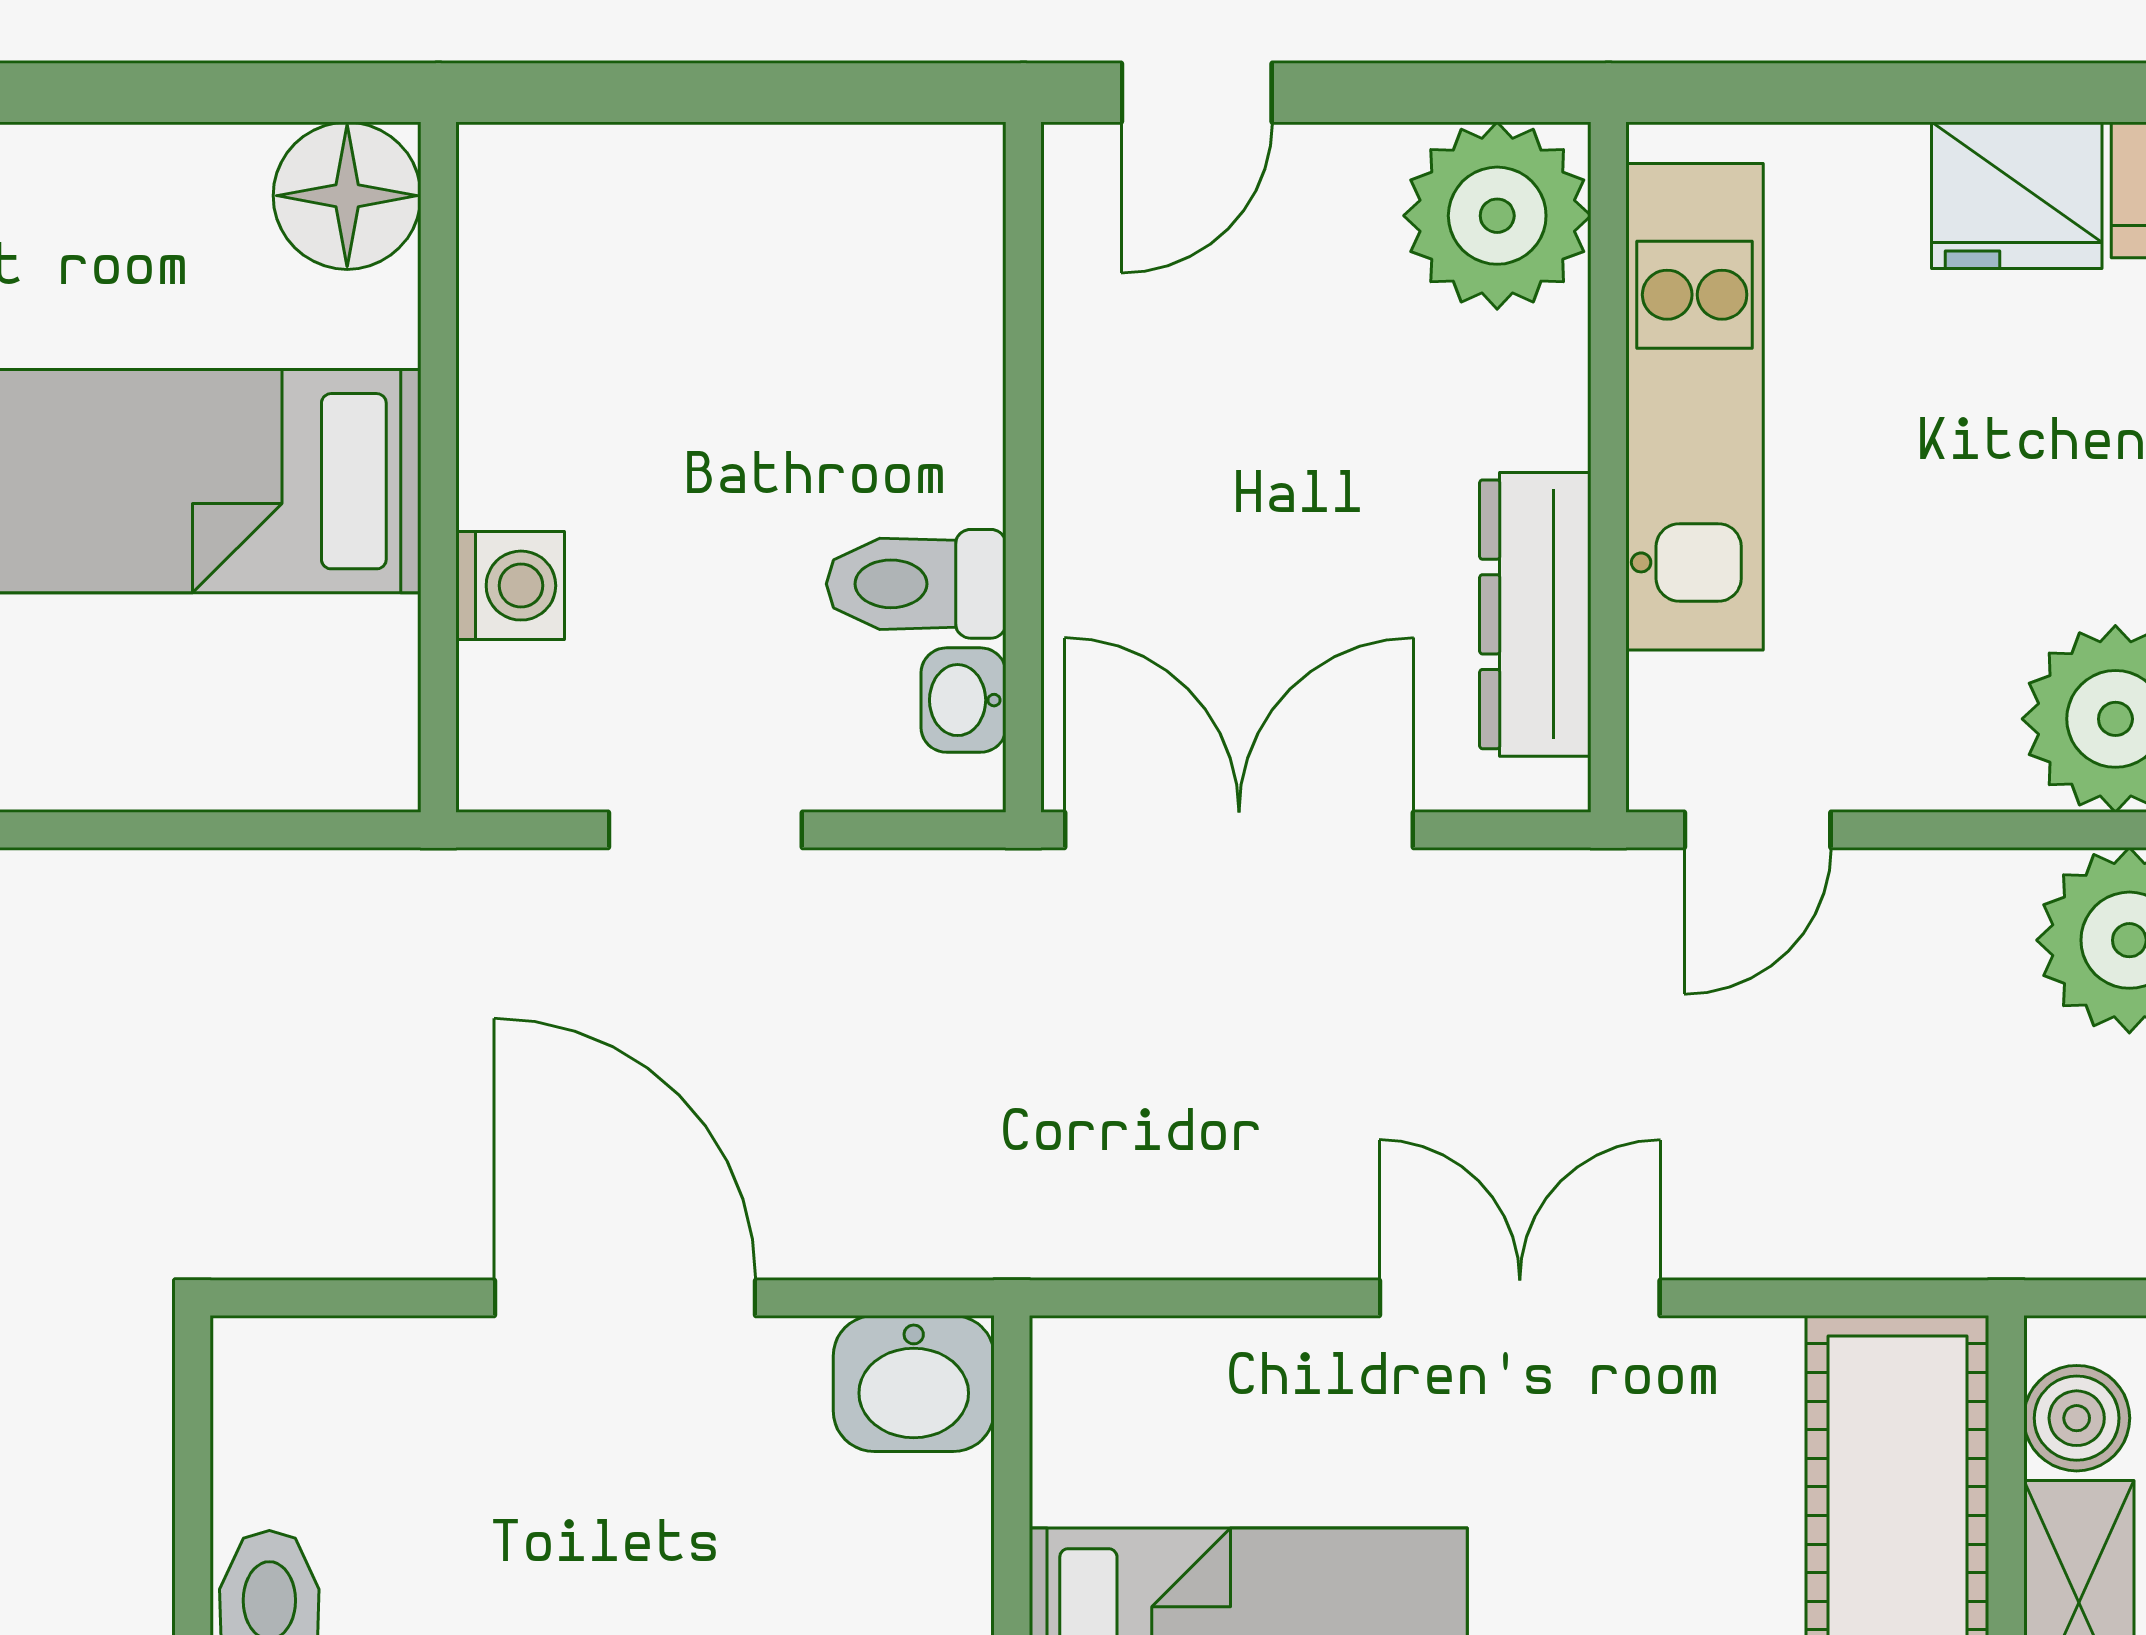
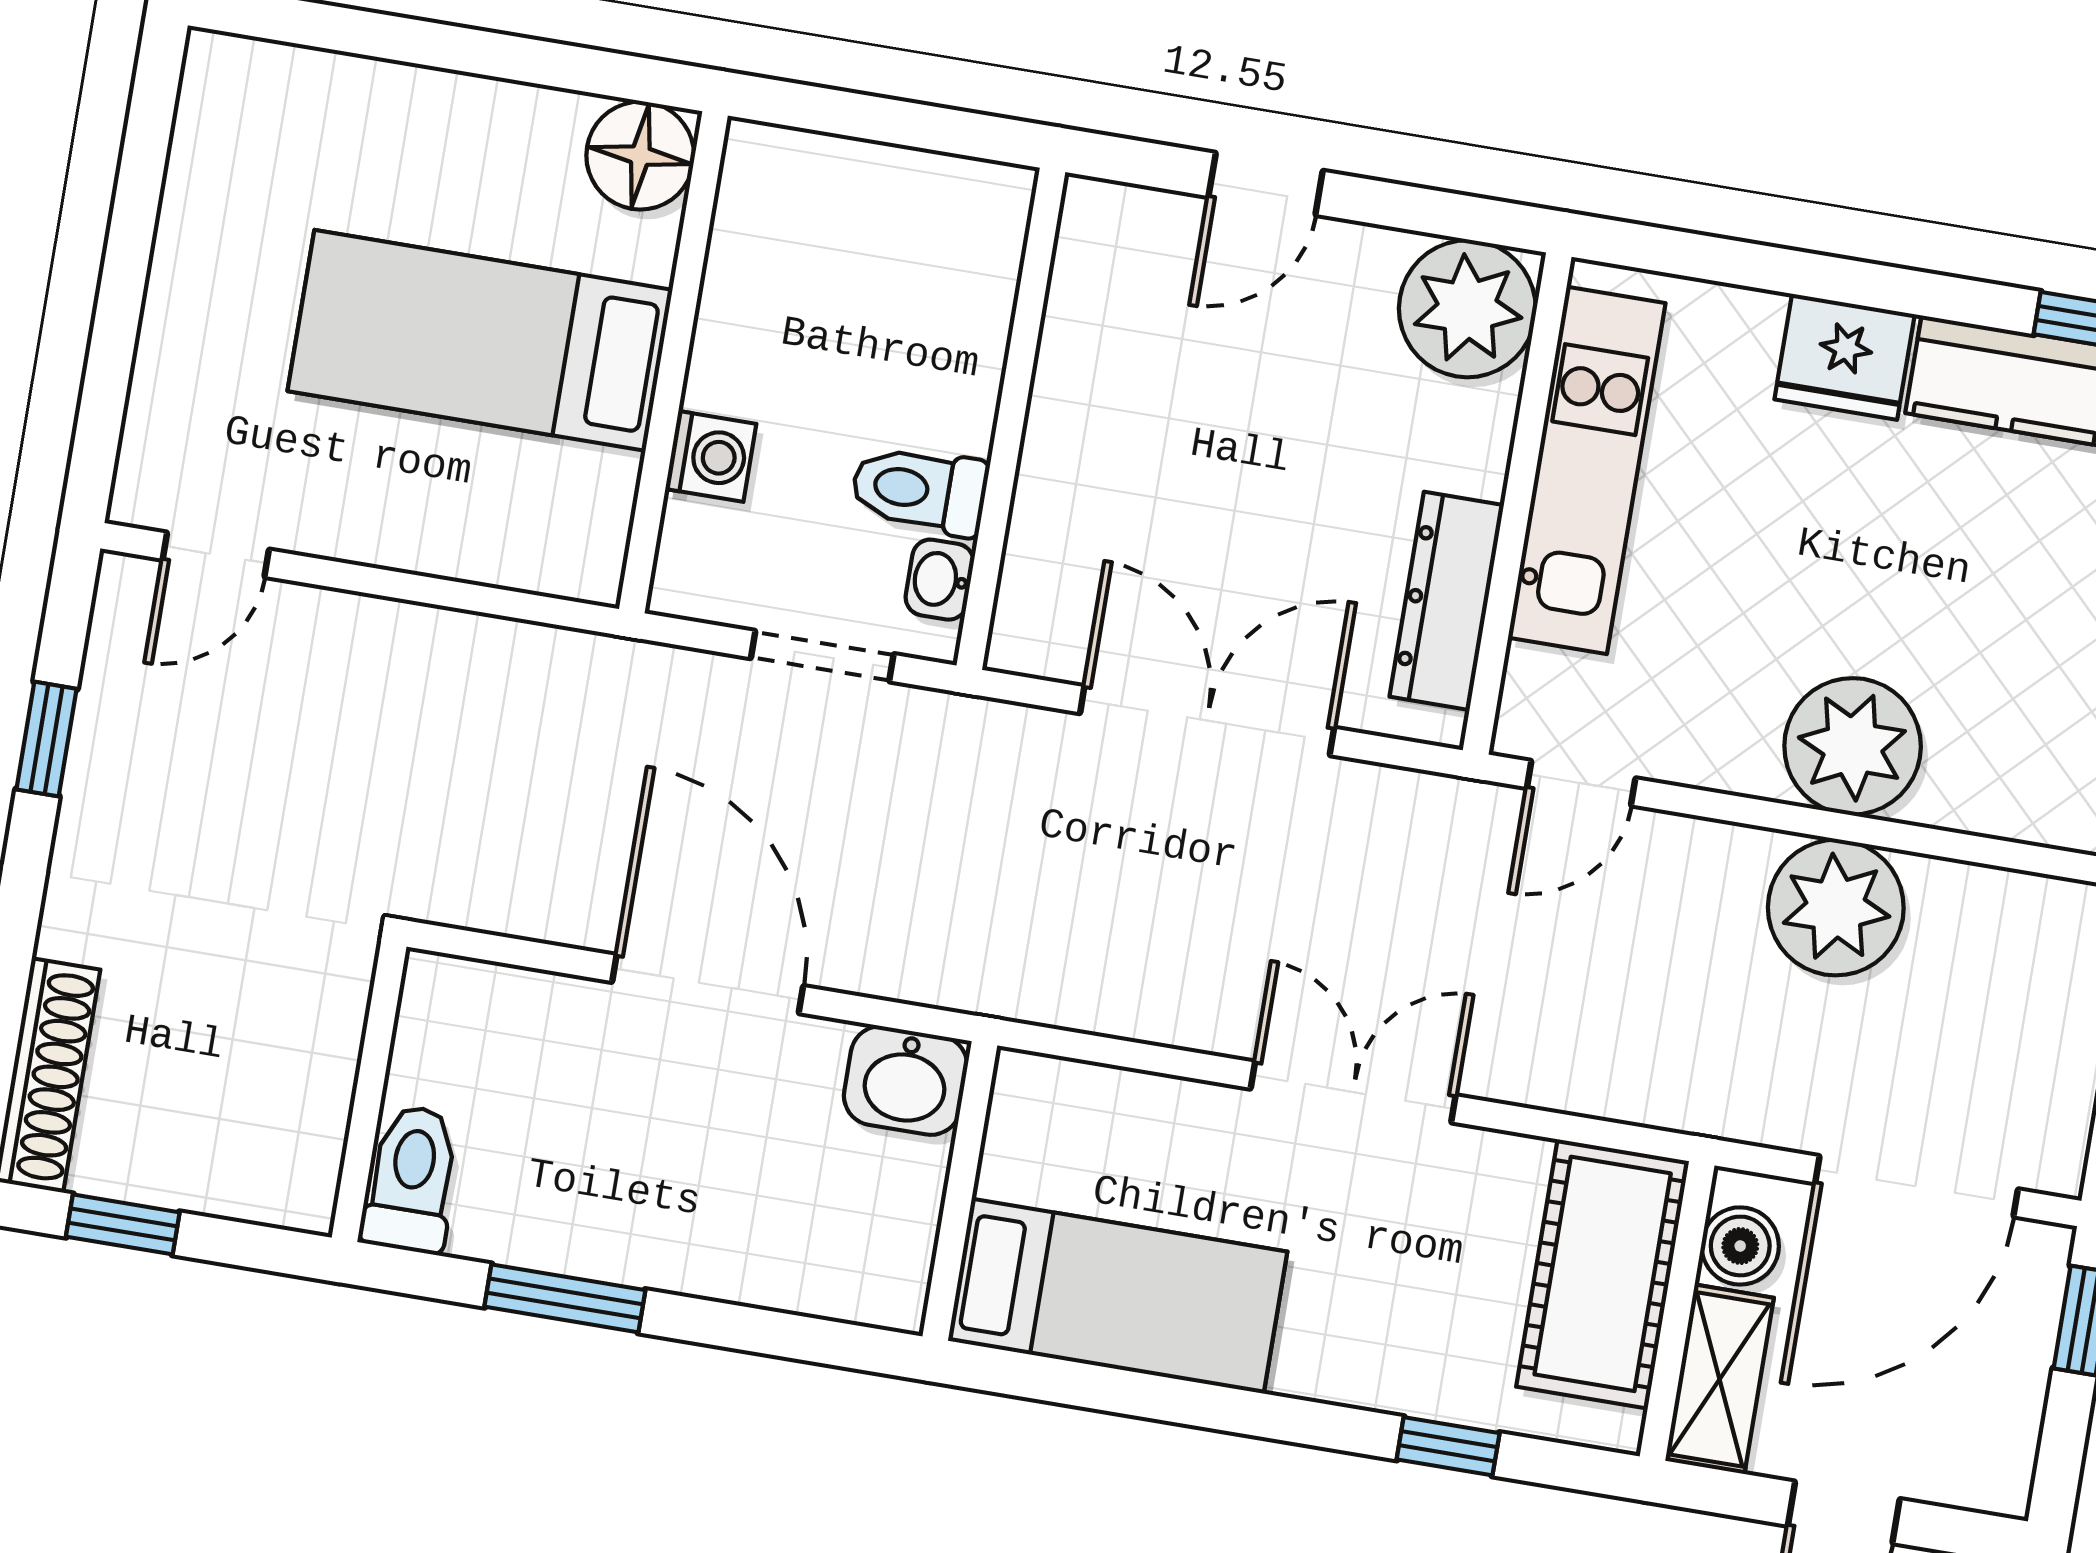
wall: (1023, 467) -> (1011, 419), moved
toilet: (916, 584) -> (919, 490), moved
washbasin: (964, 700) -> (940, 580), moved

